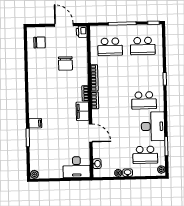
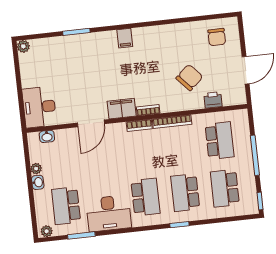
printer: (82, 32) -> (213, 100), moved
school desk: (110, 47) -> (220, 141), turned 180
chair: (65, 63) -> (189, 77), turned 138
school desk: (143, 73) -> (185, 193), added
school desk: (144, 100) -> (145, 197), turned 180
filing cabinet: (35, 123) -> (125, 38), moved

